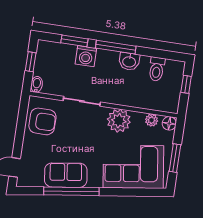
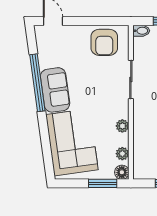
plant: (119, 121) -> (122, 126), width x0.53, depth x0.53
window: (175, 158) -> (103, 183), moved
sofa: (66, 175) -> (55, 90), moved

